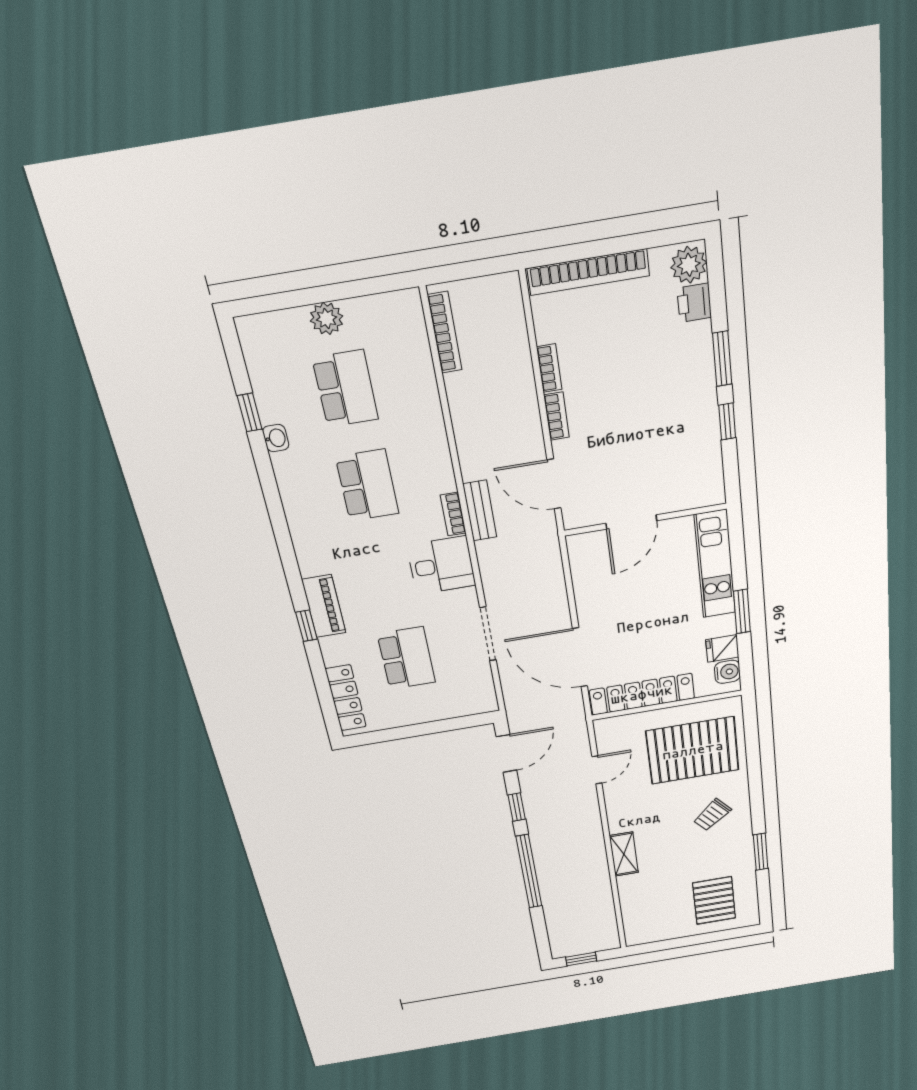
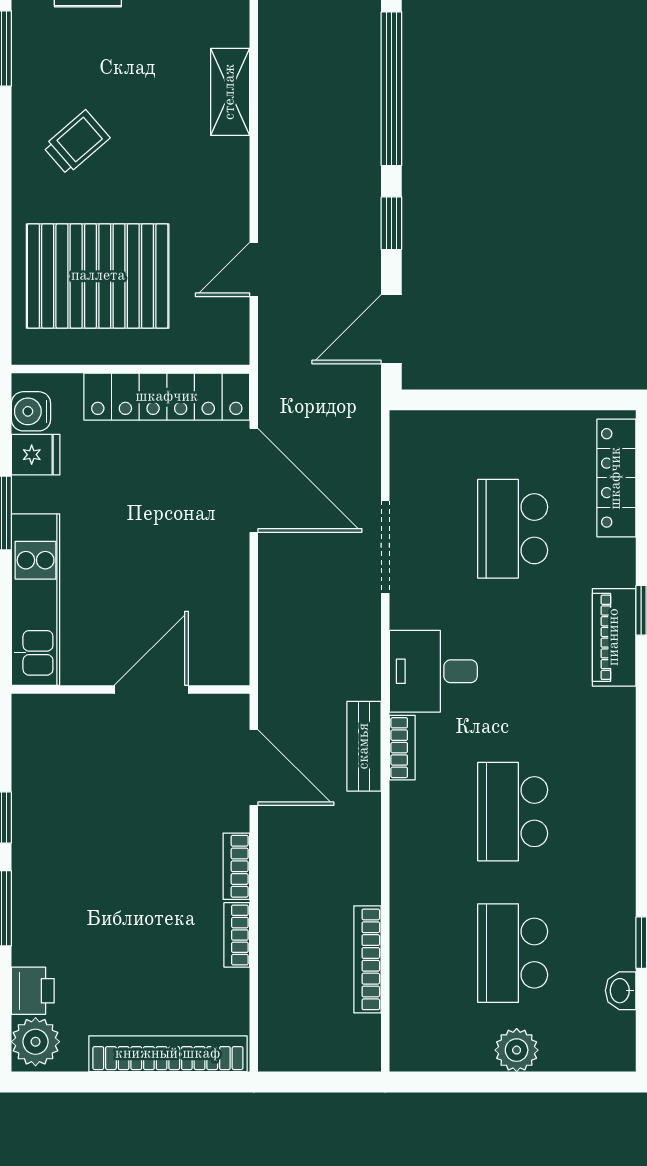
bookcase: (445, 333) -> (367, 959), moved
washbasin: (276, 438) -> (621, 991), moved

